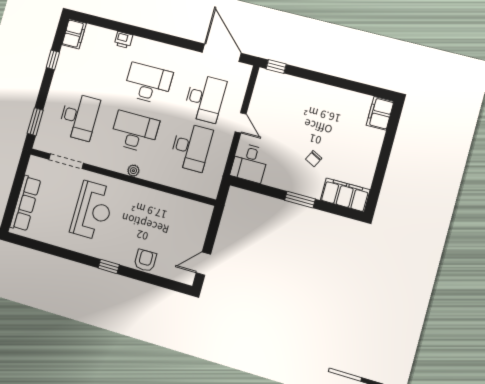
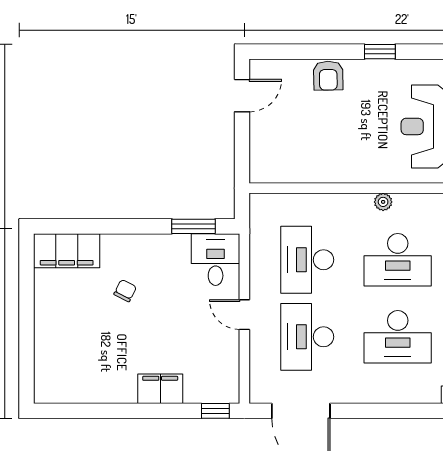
filing cabinet: (380, 113) -> (160, 389), moved, turned -90
window: (300, 200) -> (193, 226), moved

